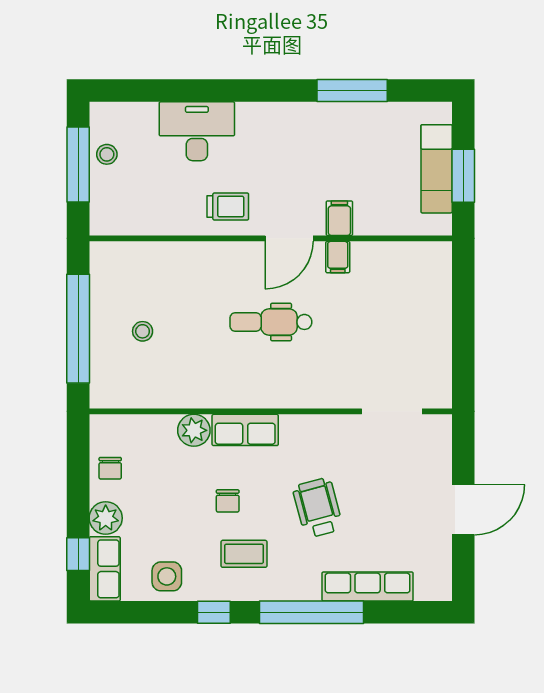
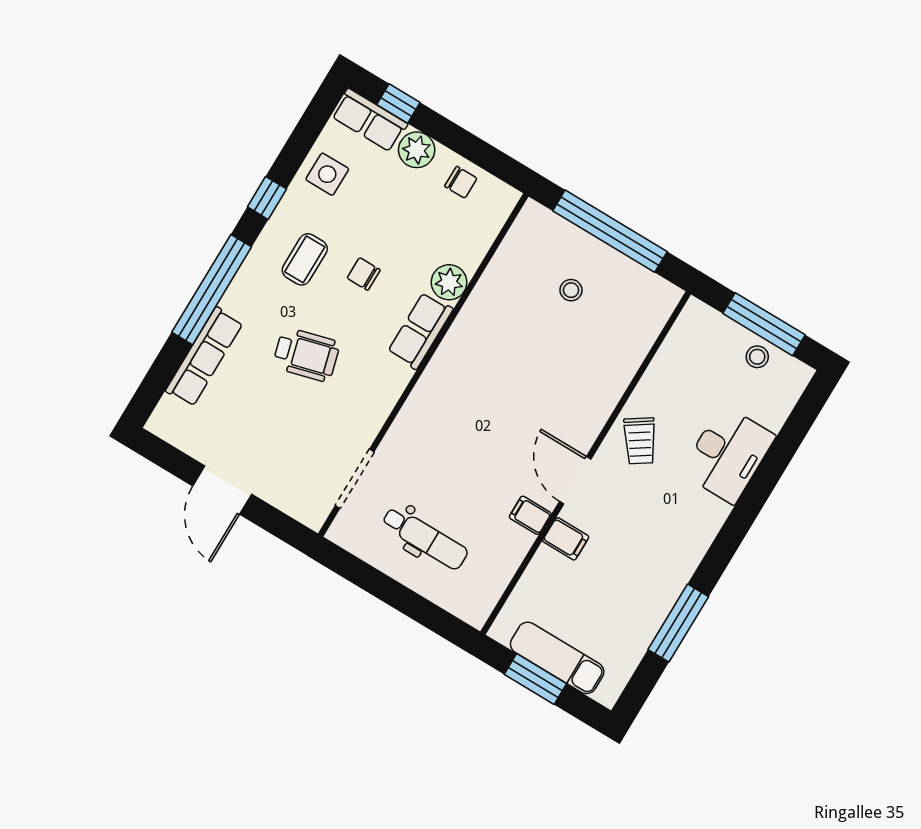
trolley: (228, 206) -> (640, 441), turned -34
dental chair: (271, 322) -> (425, 538), moved, turned 90
chair: (110, 468) -> (461, 182), turned 180

